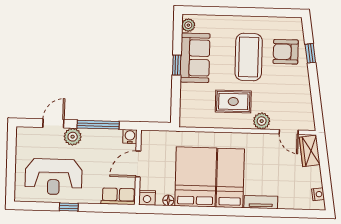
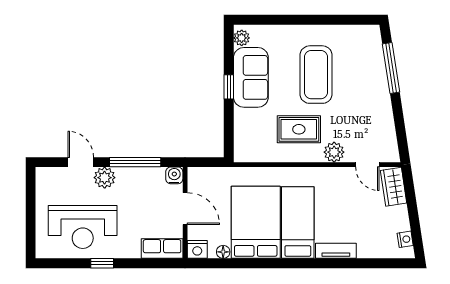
armchair: (286, 52) -> (361, 67), removed
window: (310, 53) -> (391, 68), width x2.17
door: (53, 123) -> (81, 162), hinge flipped
door: (138, 164) -> (185, 209), swing flipped

